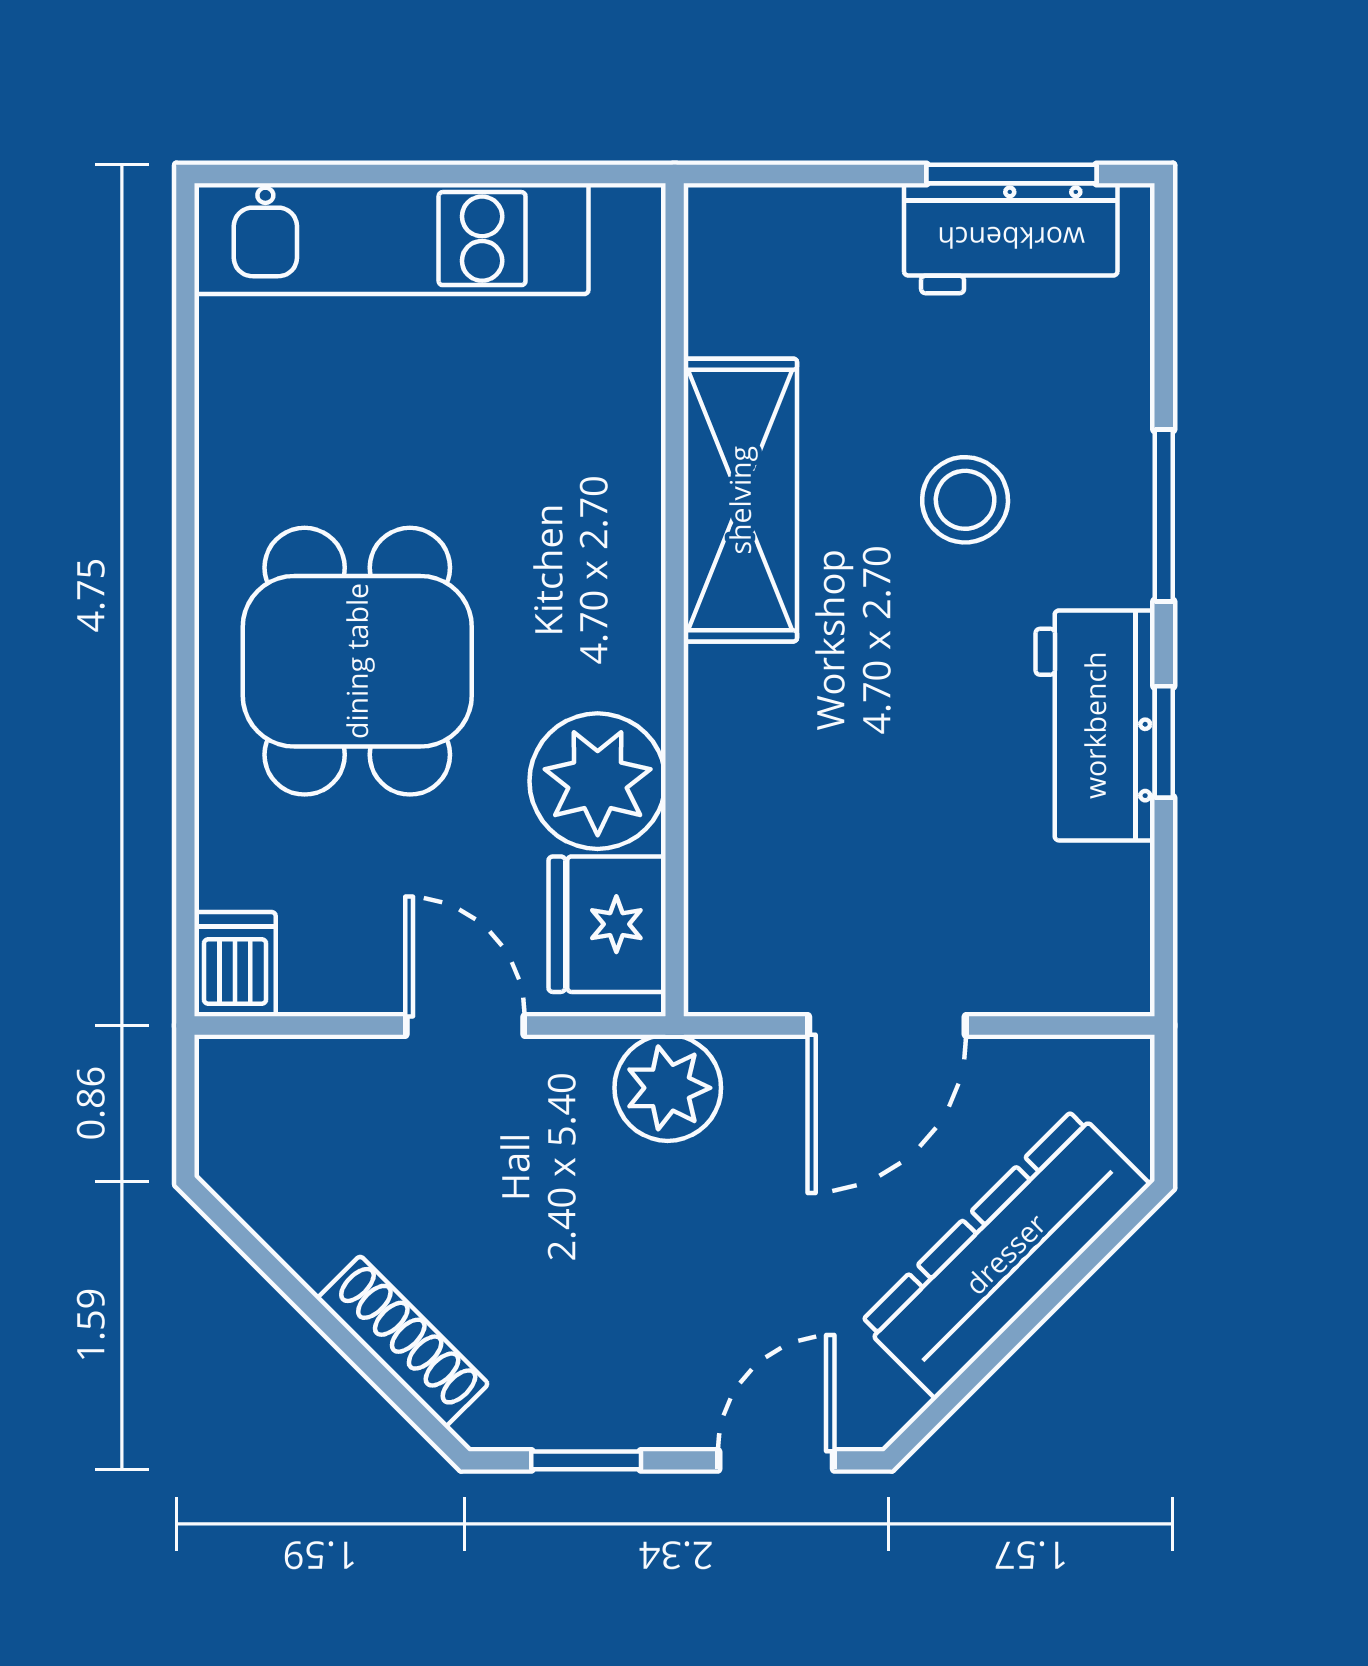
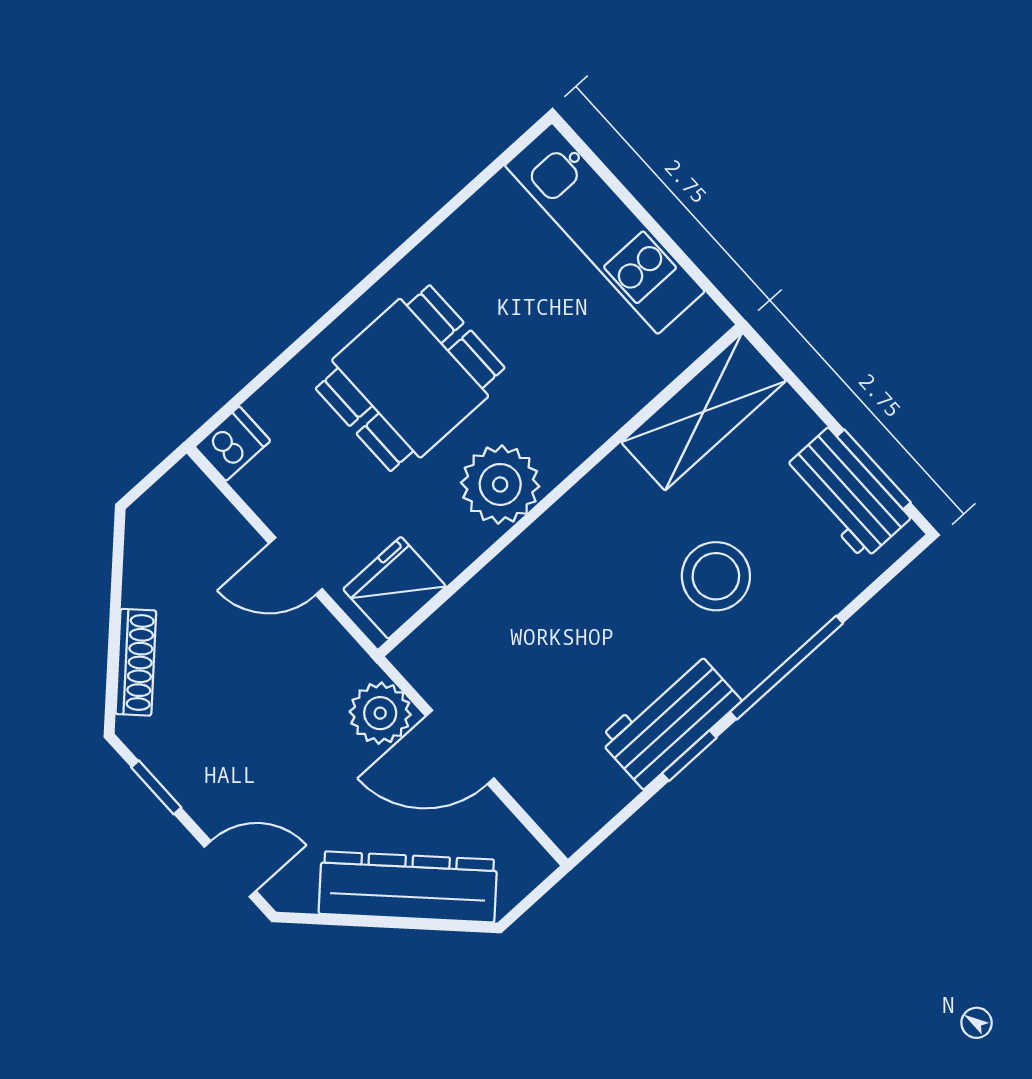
shelving: (740, 500) -> (704, 412), moved
stool: (965, 500) -> (716, 576), width x1.38, depth x1.38
window: (1164, 515) -> (786, 668), width x1.44
plant: (598, 781) -> (500, 484), moved
door: (465, 1026) -> (296, 566), swing flipped
plant: (668, 1088) -> (380, 713), moved

